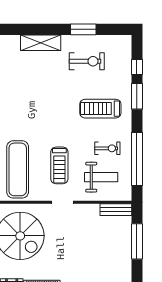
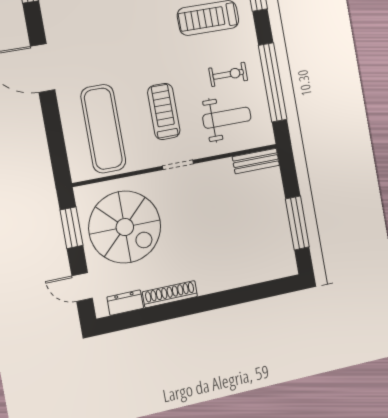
treadmill: (59, 165) -> (164, 112), turned 180
window: (137, 241) -> (297, 223), moved

